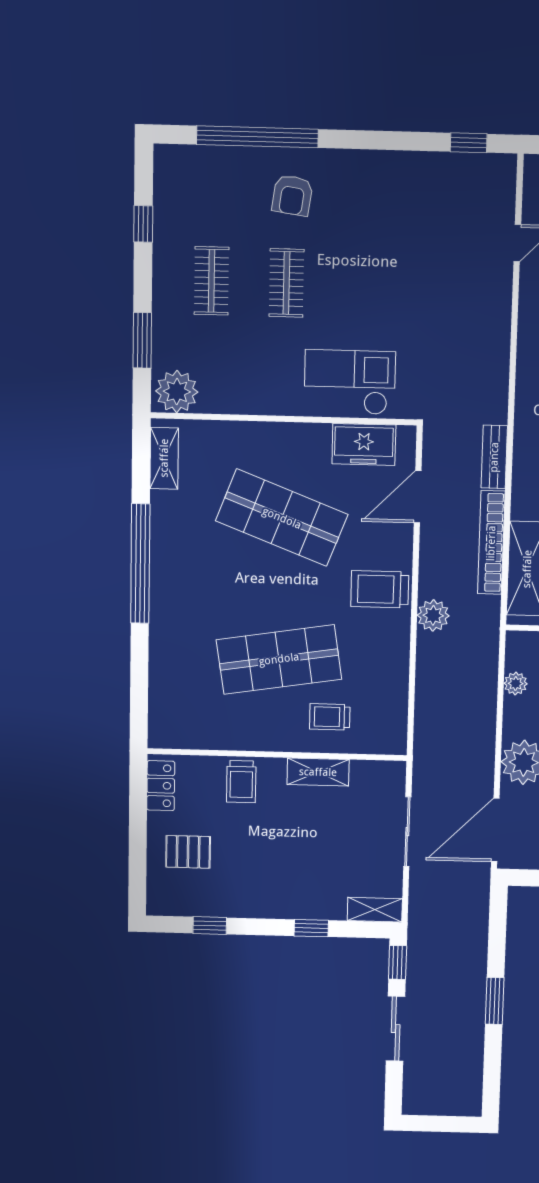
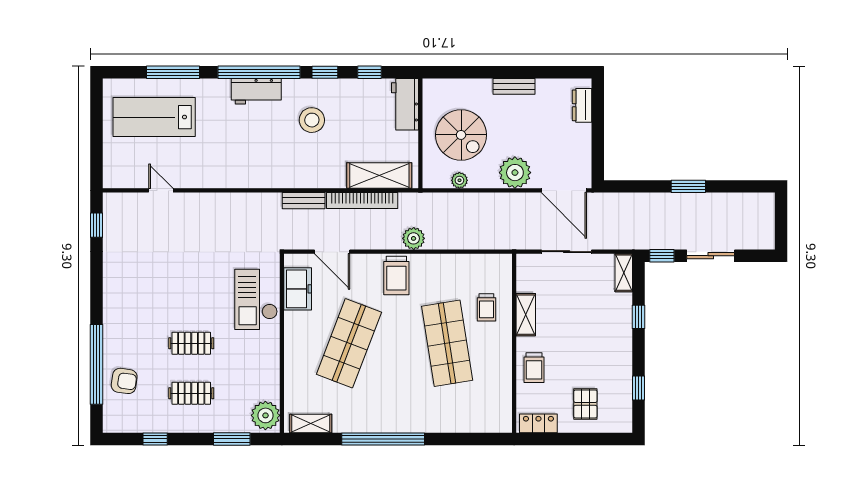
armchair: (292, 195) -> (124, 381), moved
trolley: (241, 782) -> (534, 368), turned 90

